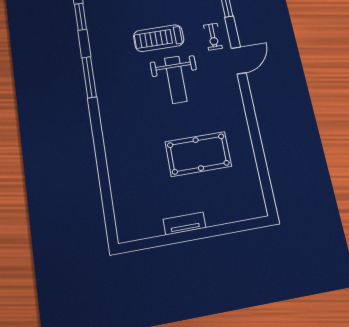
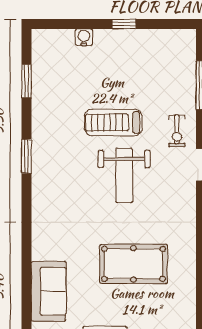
window: (89, 77) -> (26, 156), width x0.69
sofa: (127, 192) -> (49, 291), added

